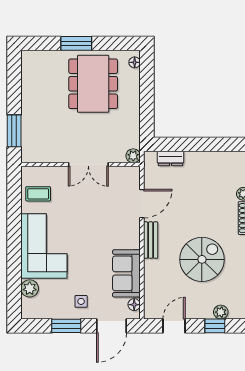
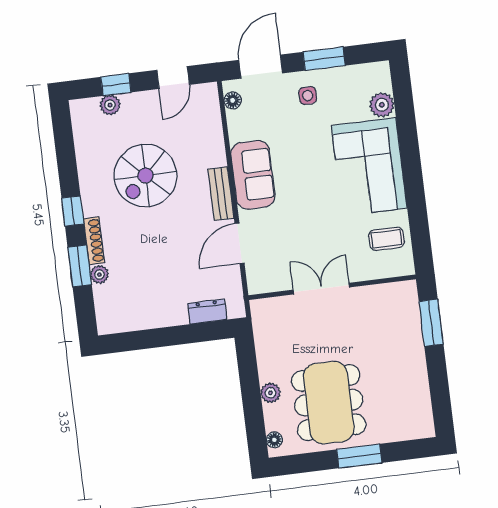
plant: (133, 156) -> (271, 393), moved
sofa: (126, 273) -> (253, 175), moved

